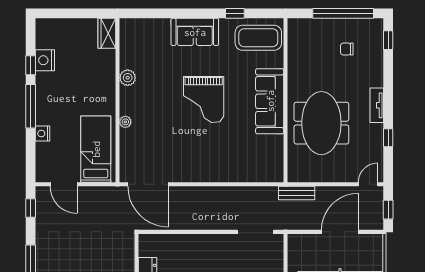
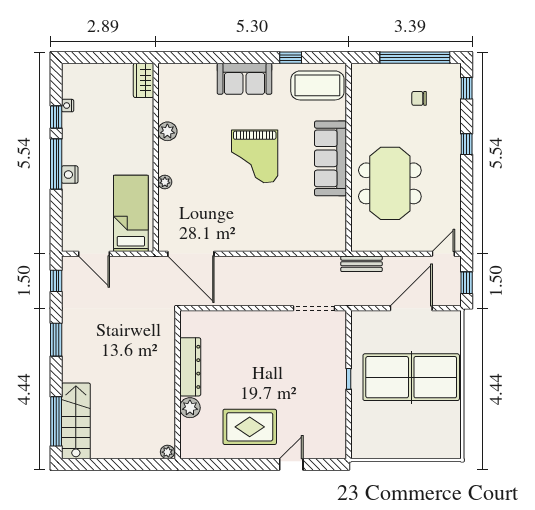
nightstand: (45, 60) -> (68, 106), width x0.53, depth x0.56
tv unit: (377, 105) -> (453, 163), removed
nightstand: (42, 134) -> (70, 175), moved
window: (388, 138) -> (467, 144), moved

